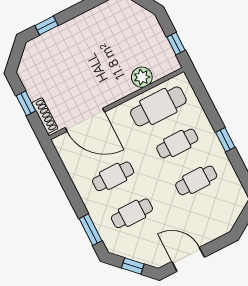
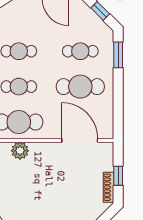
shoe rack: (45, 116) -> (109, 187), moved
cafe table: (113, 176) -> (80, 87), width x1.37, depth x1.35

